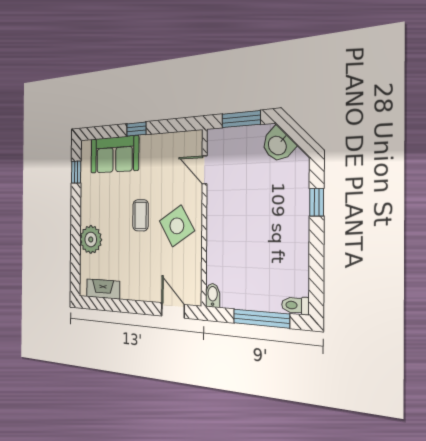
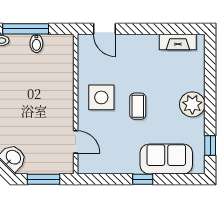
side table: (177, 226) -> (101, 97), turned 32
plant: (91, 239) -> (192, 104), moved
bidet: (213, 295) -> (36, 43), moved

